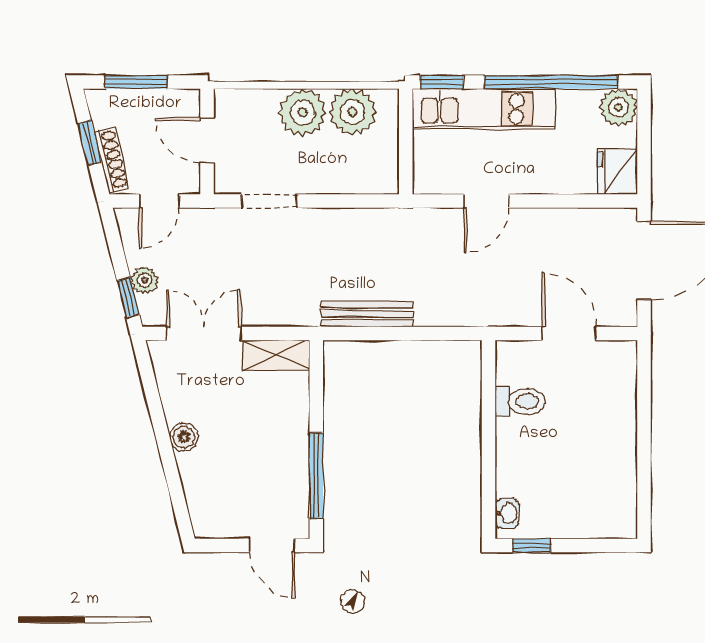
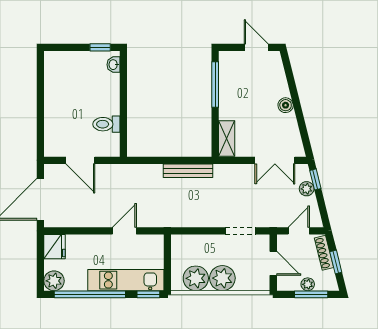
plant: (142, 101) -> (308, 284), added
shelving: (276, 355) -> (227, 138), moved, turned 90
door: (272, 545) -> (256, 47), moved

